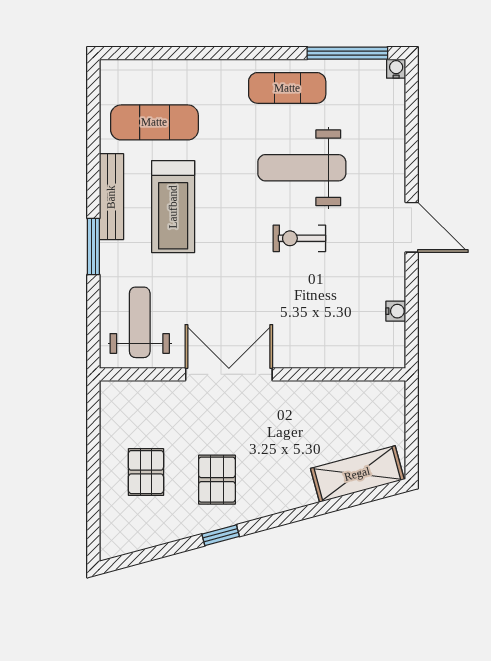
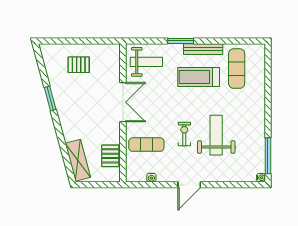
exercise mat: (287, 88) -> (146, 145), moved, turned 90
pallet: (217, 480) -> (110, 156), moved, turned 90
window: (221, 535) -> (50, 98), width x1.50

